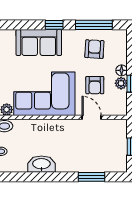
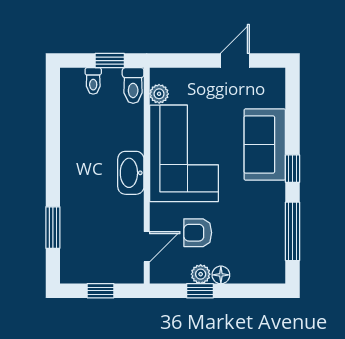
armchair: (94, 49) -> (254, 232), removed
door: (92, 117) -> (147, 247), moved
washbasin: (41, 164) -> (131, 173), moved, turned 180

